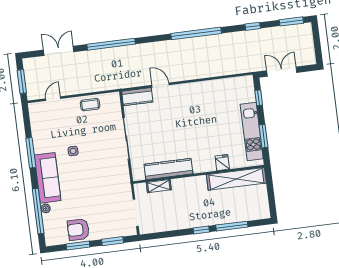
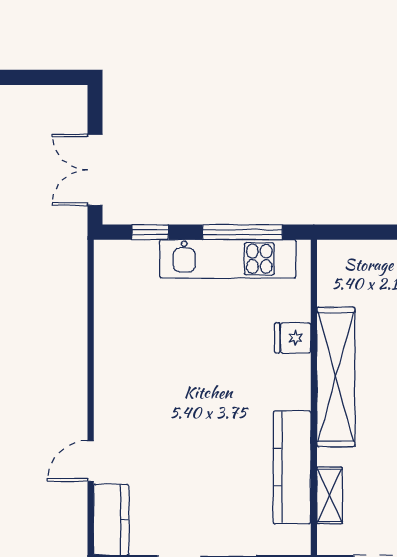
window: (264, 136) -> (242, 232), width x1.44
shelving: (236, 179) -> (336, 377), moved

